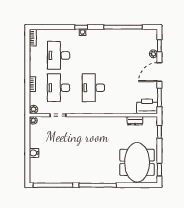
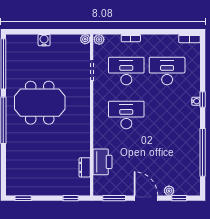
printer: (147, 107) -> (103, 162), moved
meeting table: (137, 162) -> (40, 103), moved

